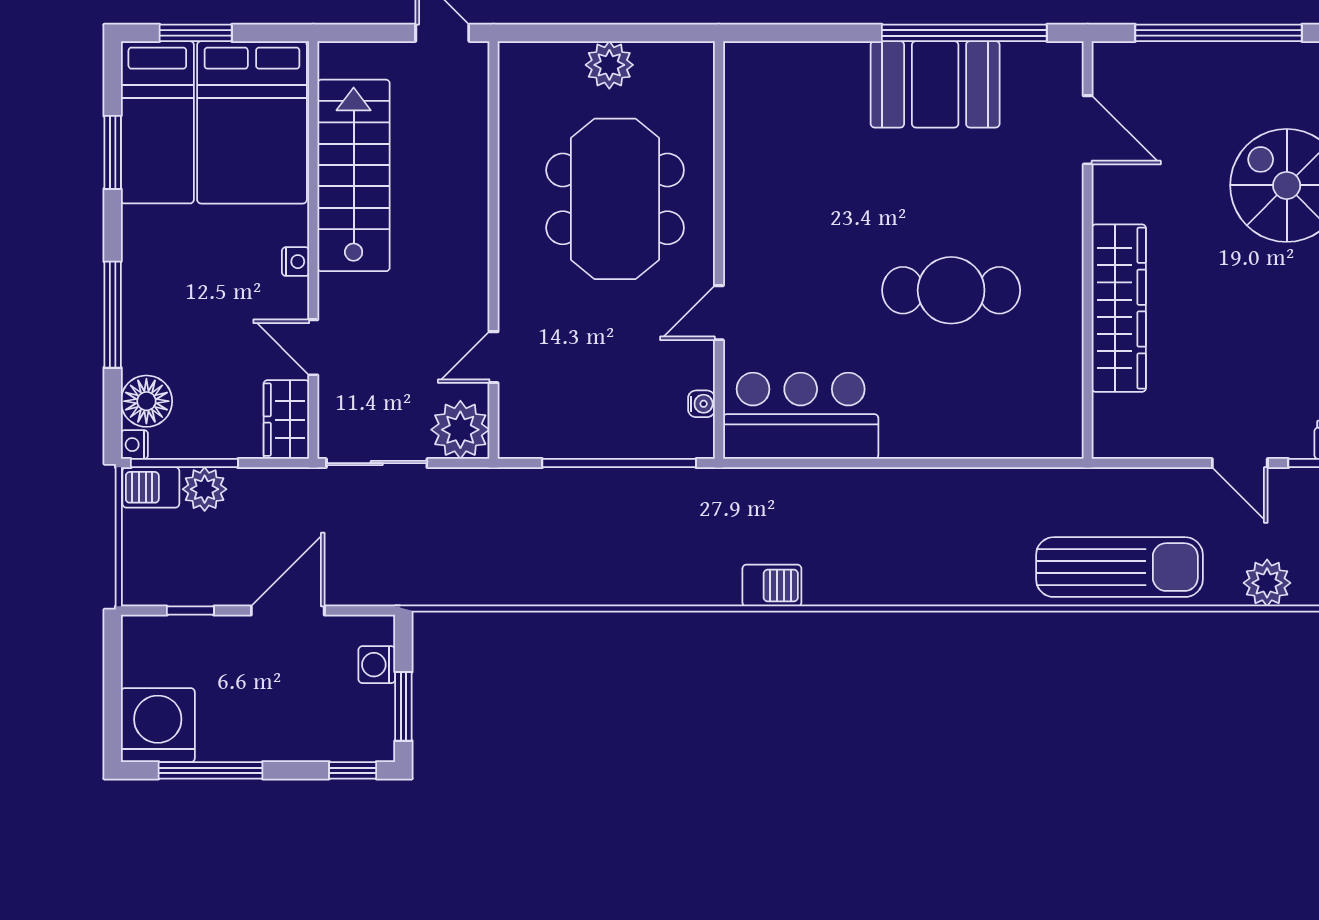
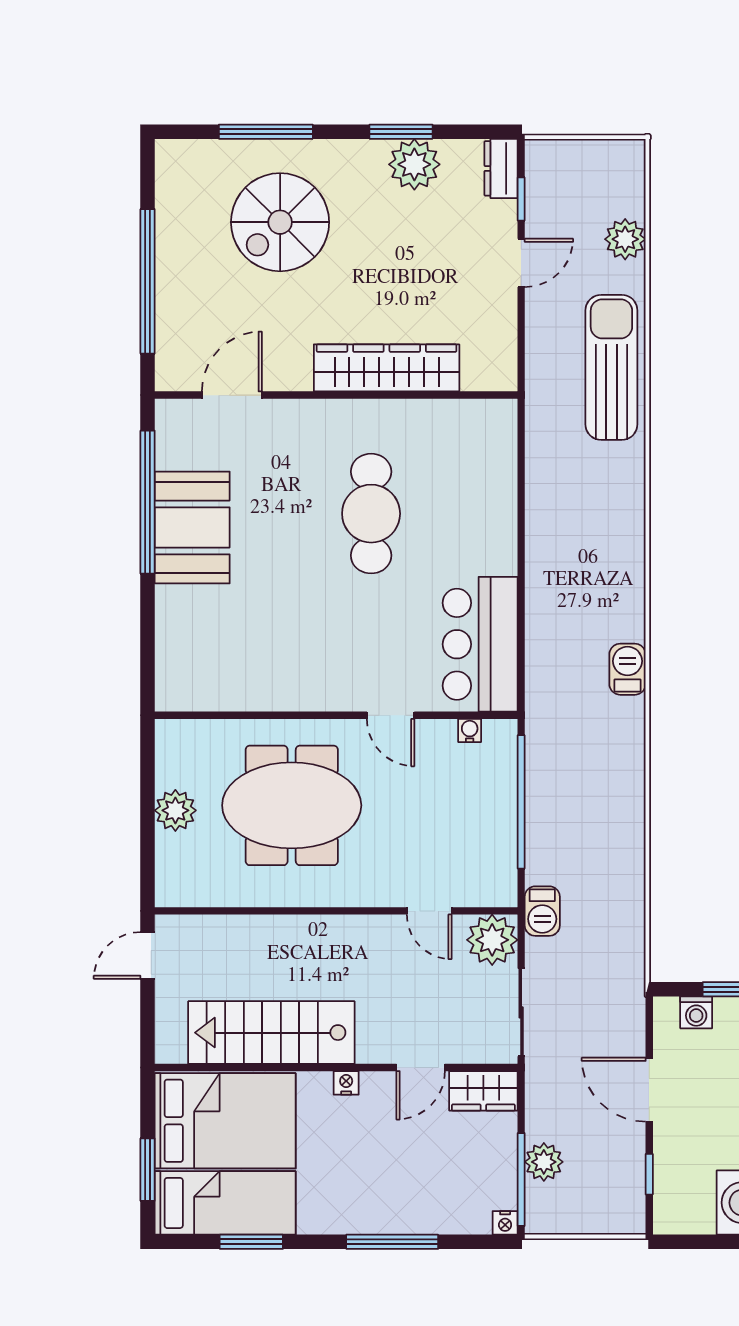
floor lamp: (146, 401) -> (467, 1212), removed
barbecue: (151, 487) -> (542, 911), moved

